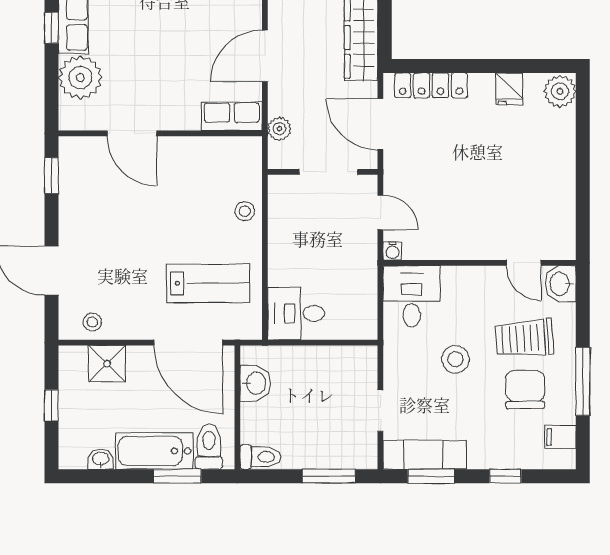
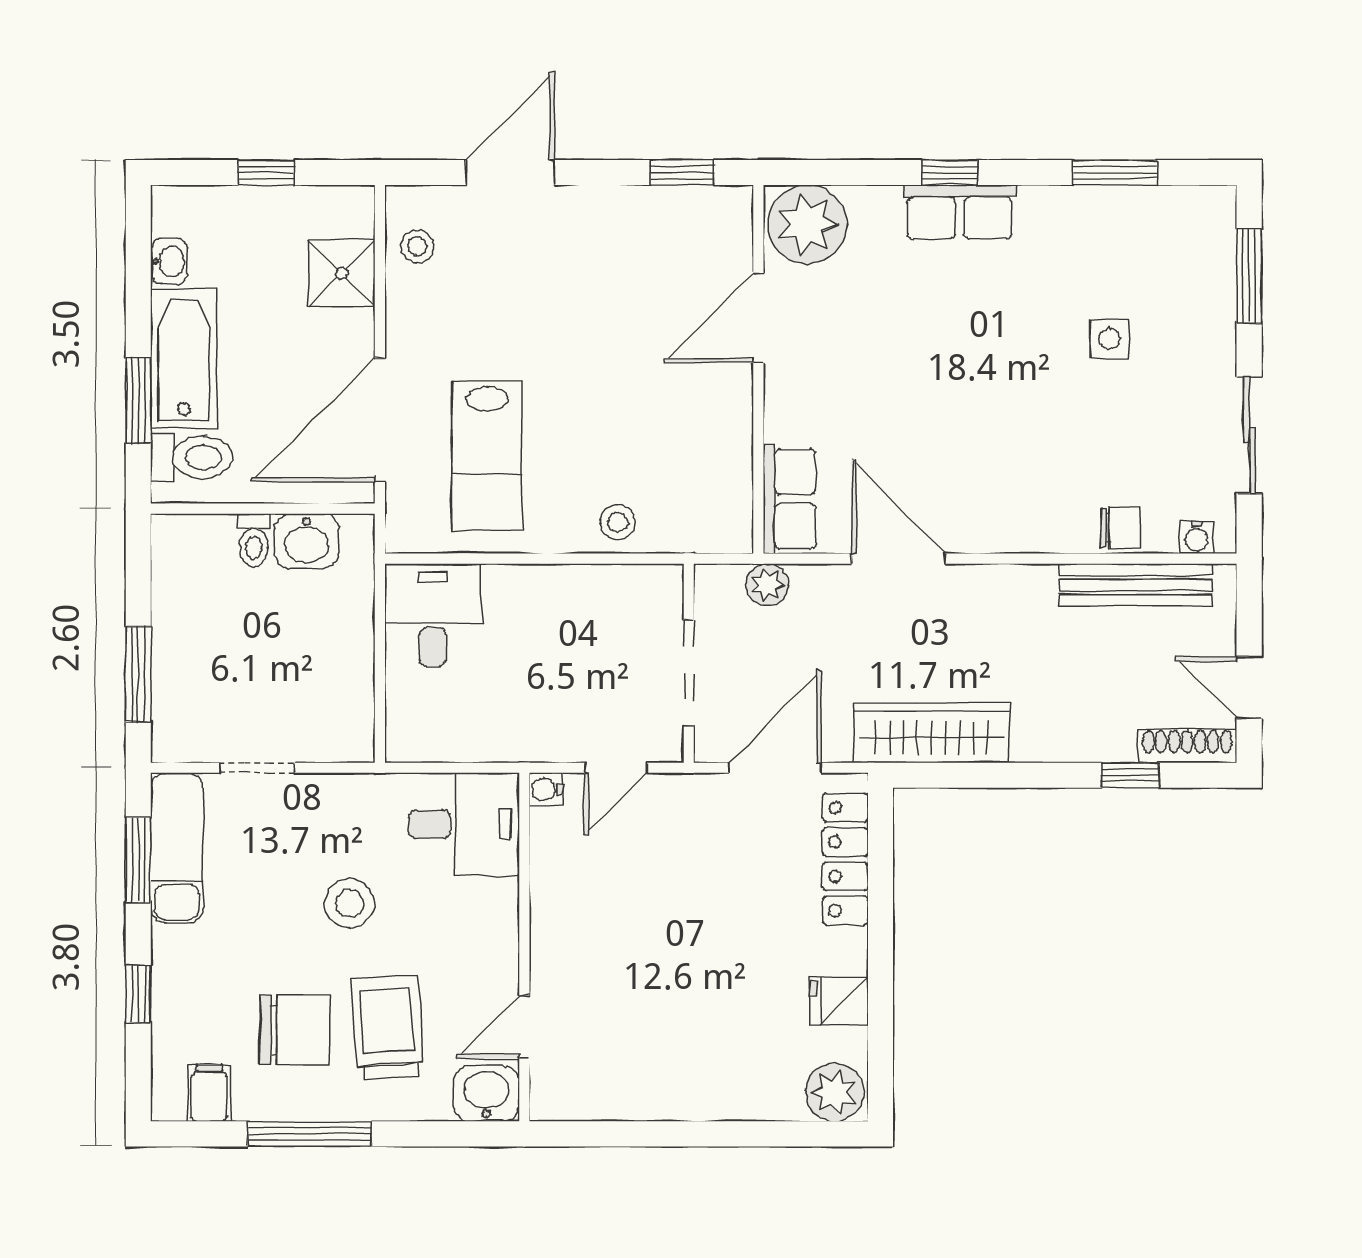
plant: (80, 78) -> (807, 224), moved
toilet: (260, 457) -> (254, 540), moved, width x0.73, depth x0.72

